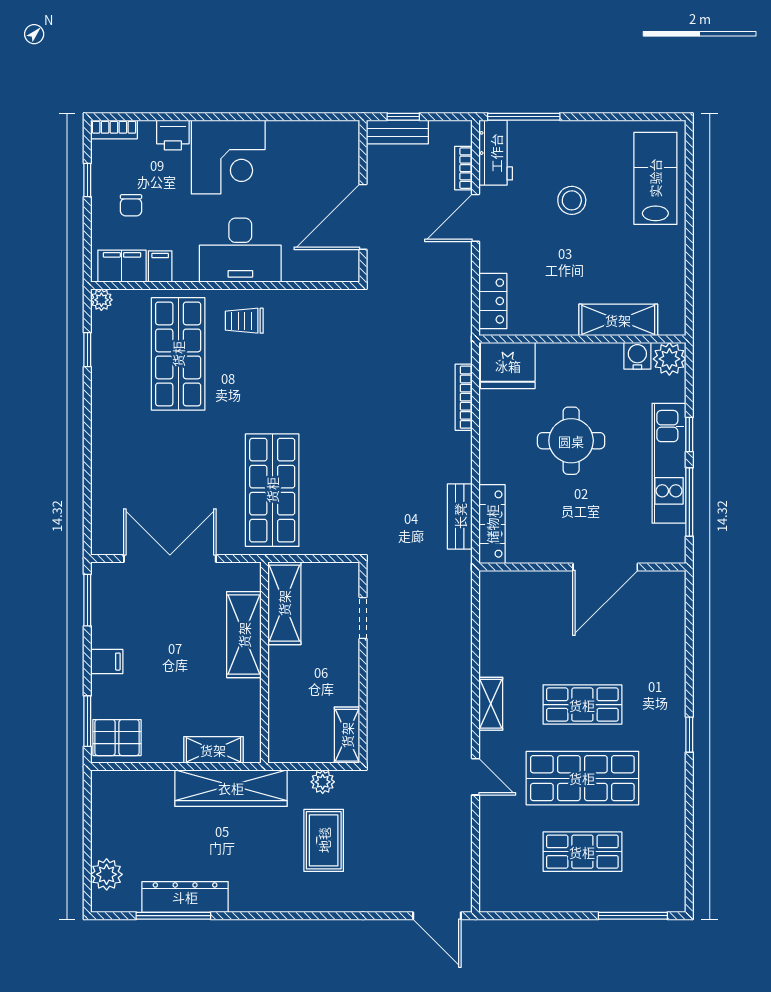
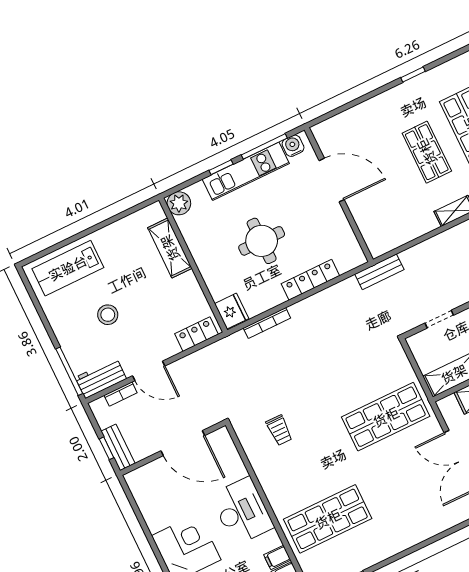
trolley: (244, 321) -> (279, 430), moved
water cooler: (637, 356) -> (293, 146), moved, turned 90
fridge: (508, 366) -> (232, 311), width x0.73, depth x0.75
bench: (460, 516) -> (379, 272), moved
locker: (492, 524) -> (310, 280), moved

